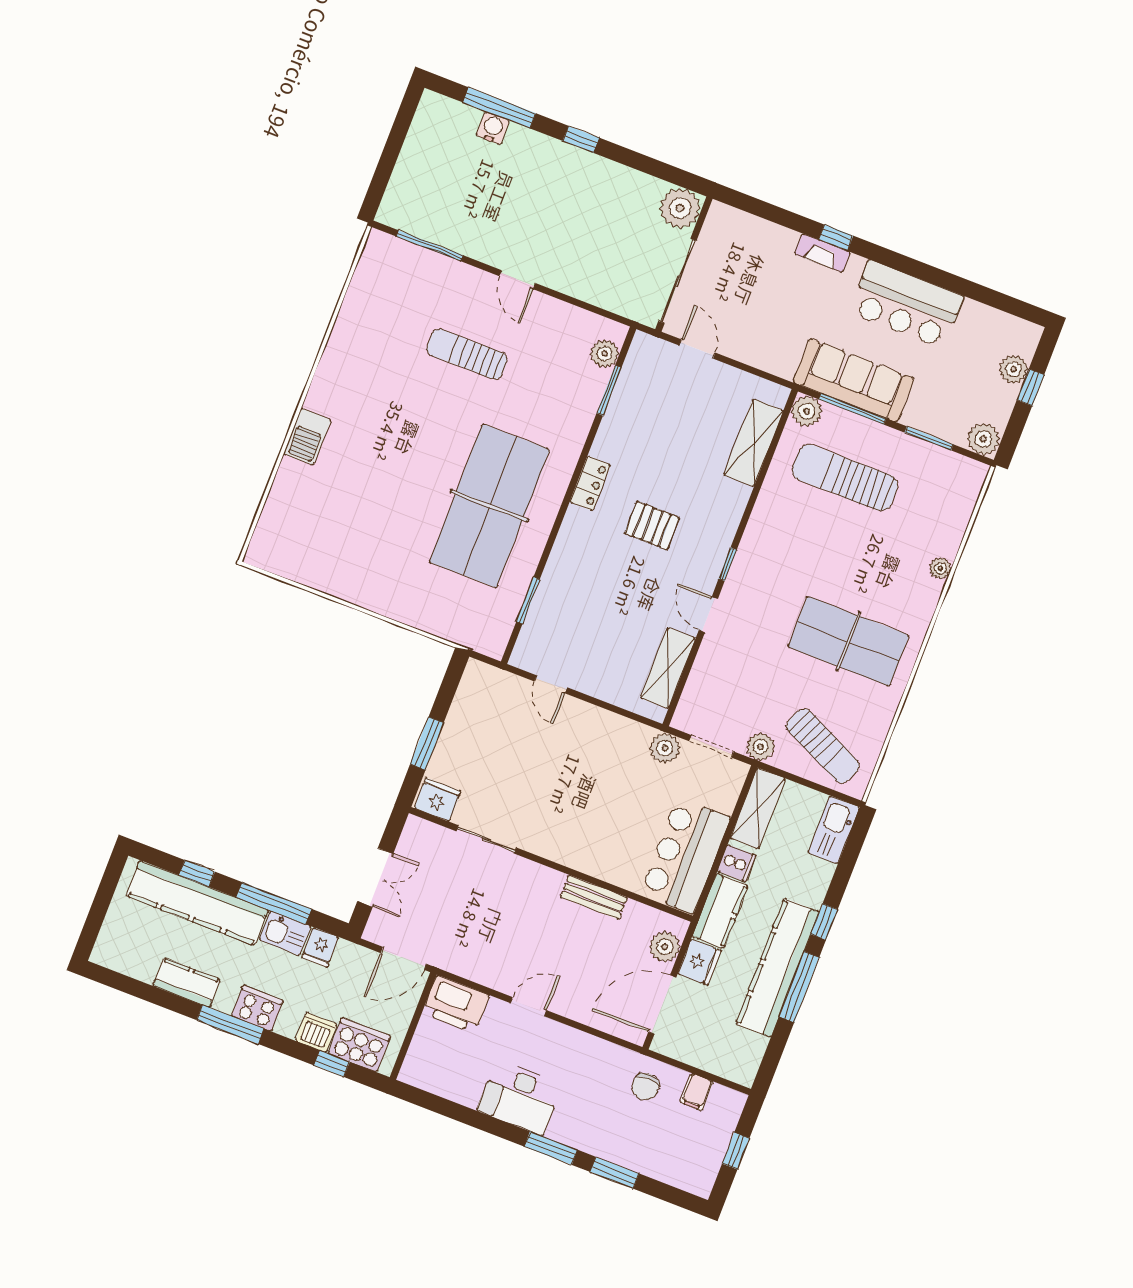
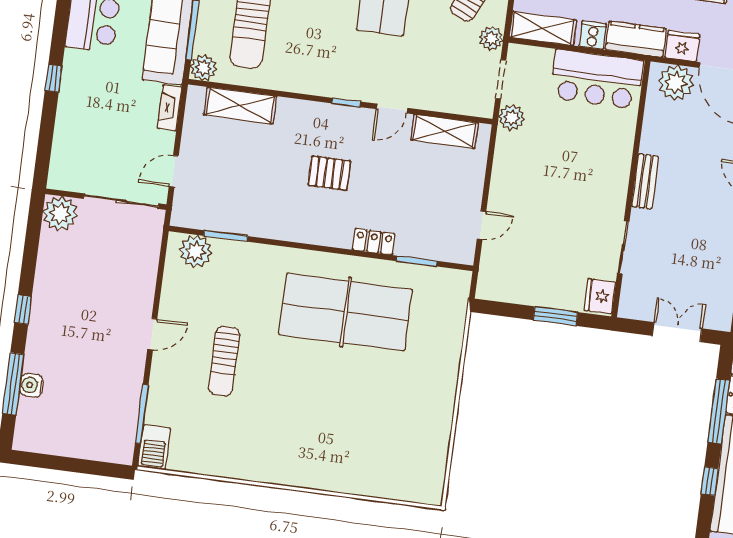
fireplace: (822, 253) -> (170, 108), moved, turned 180
plant: (605, 354) -> (196, 251), width x1.36, depth x1.36
barbecue: (307, 437) -> (154, 447), moved, turned 90
locker: (590, 483) -> (374, 242), moved
pallet: (652, 525) -> (329, 173), turned 90
bench: (594, 897) -> (645, 181), moved
plant: (665, 947) -> (676, 83), width x1.36, depth x1.36

